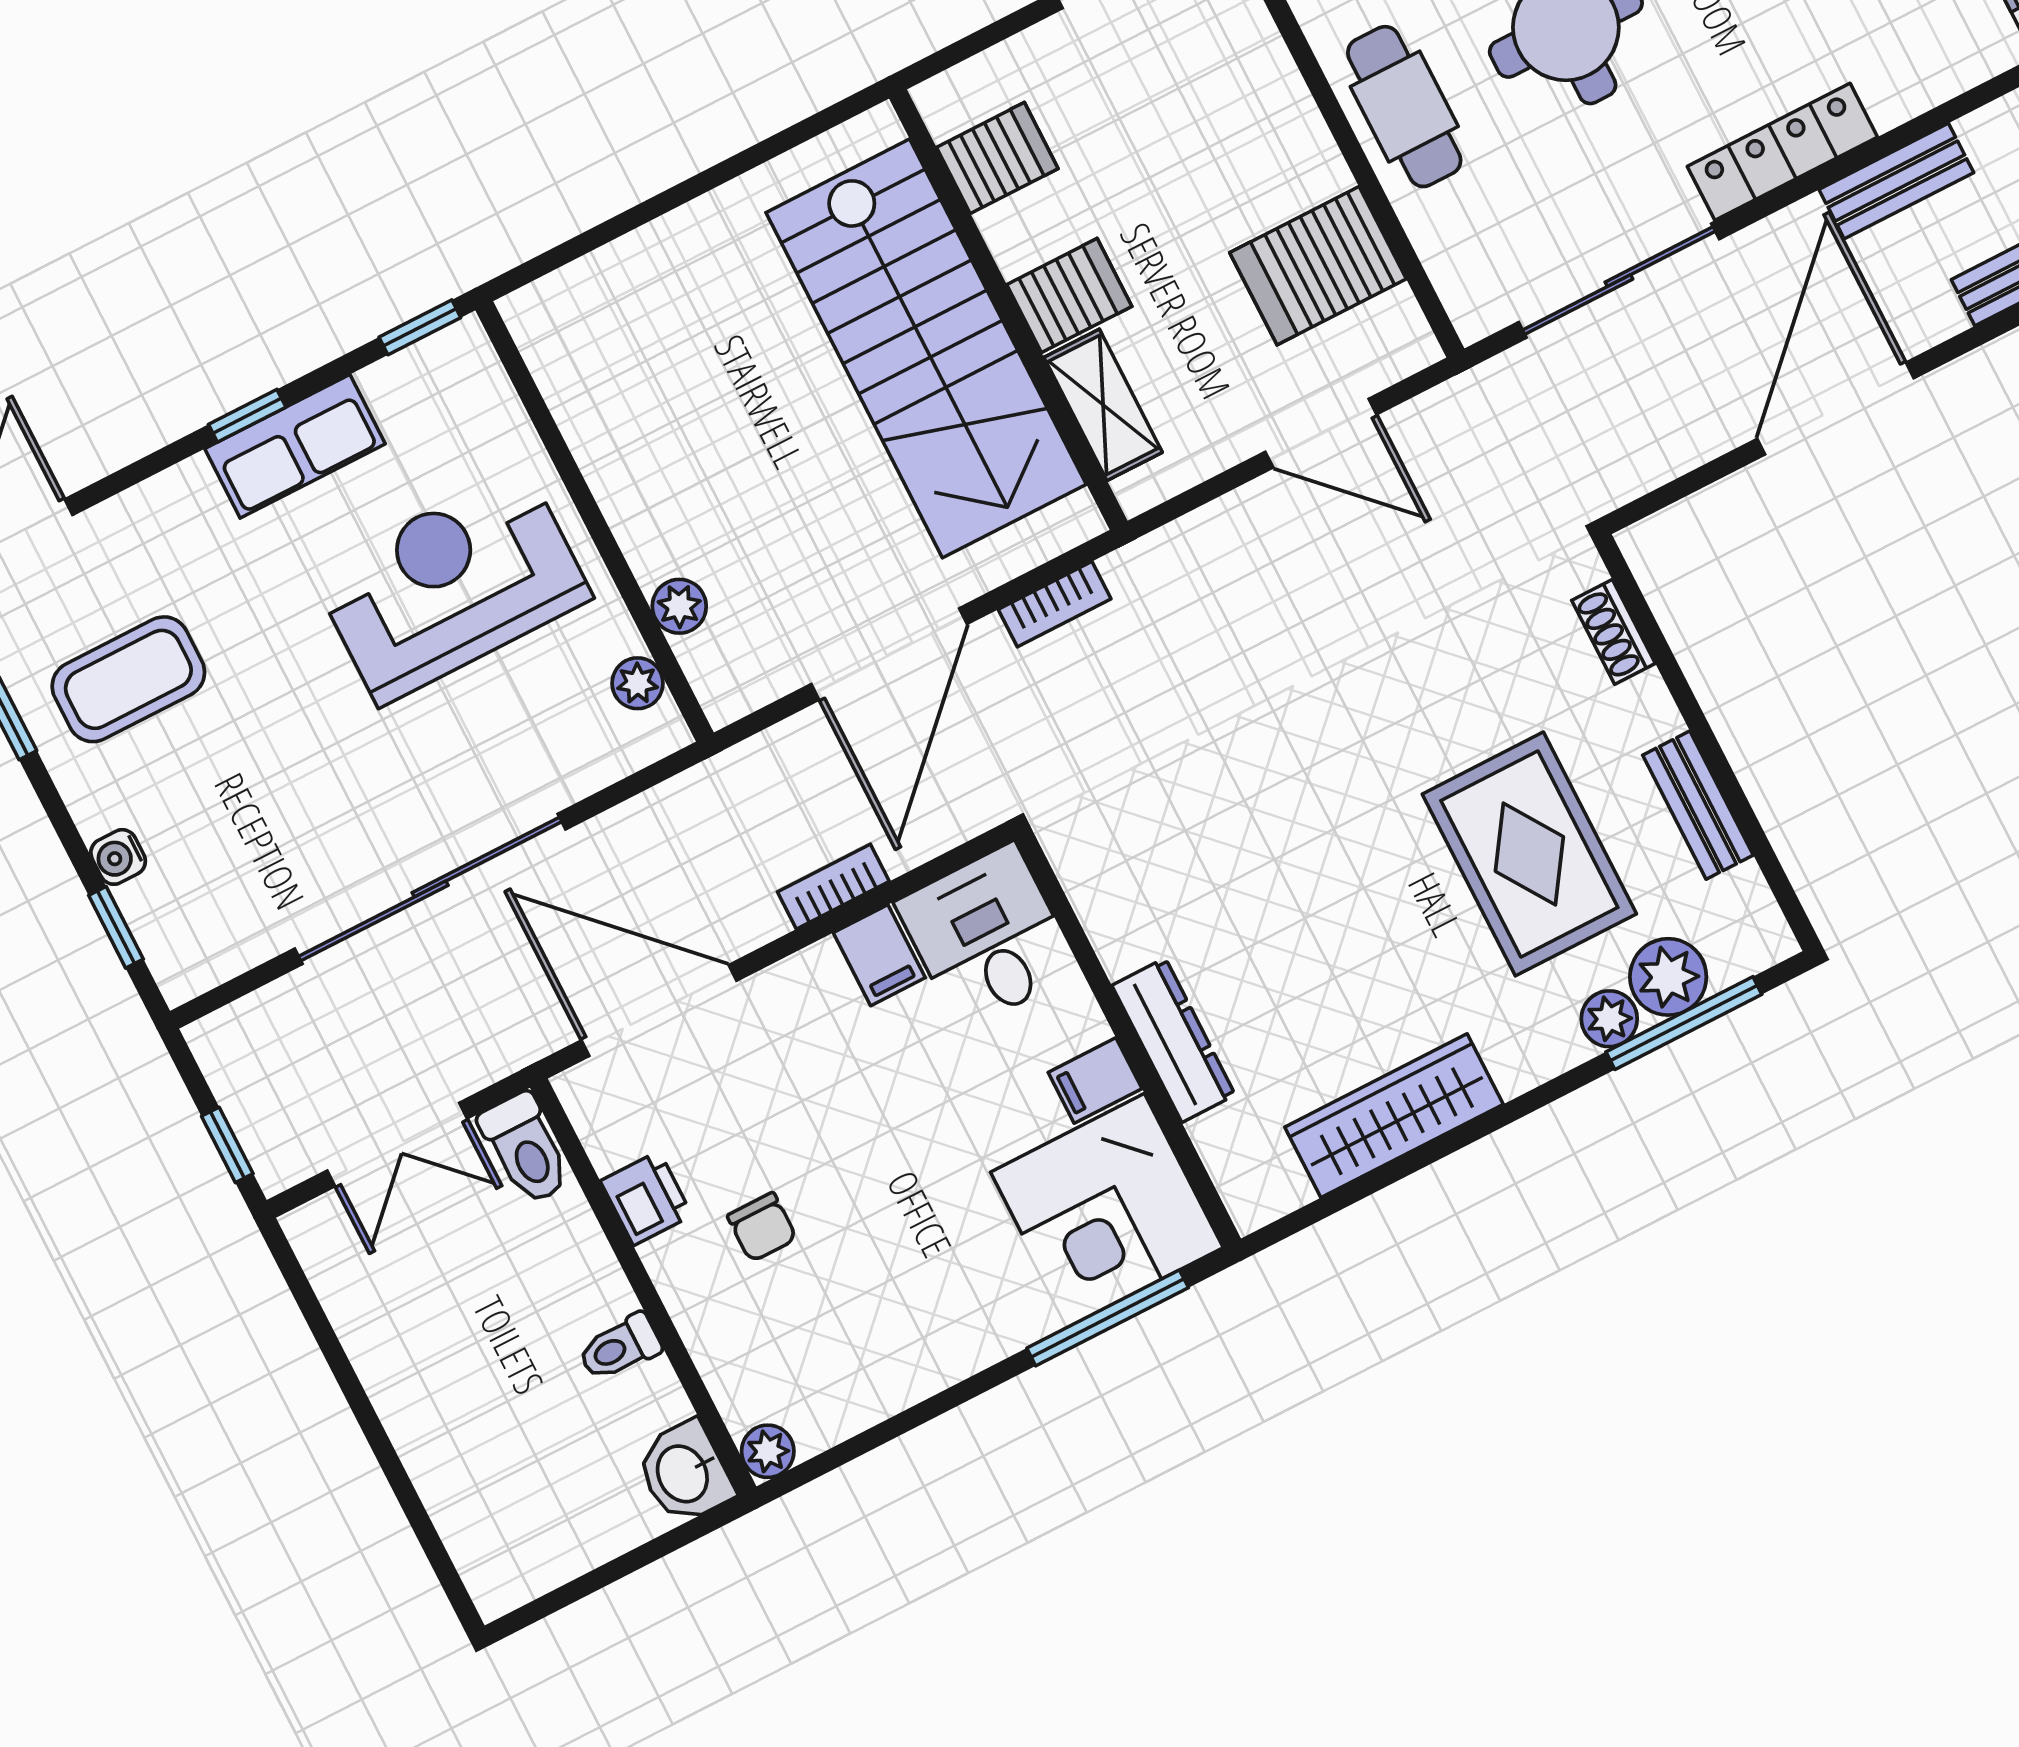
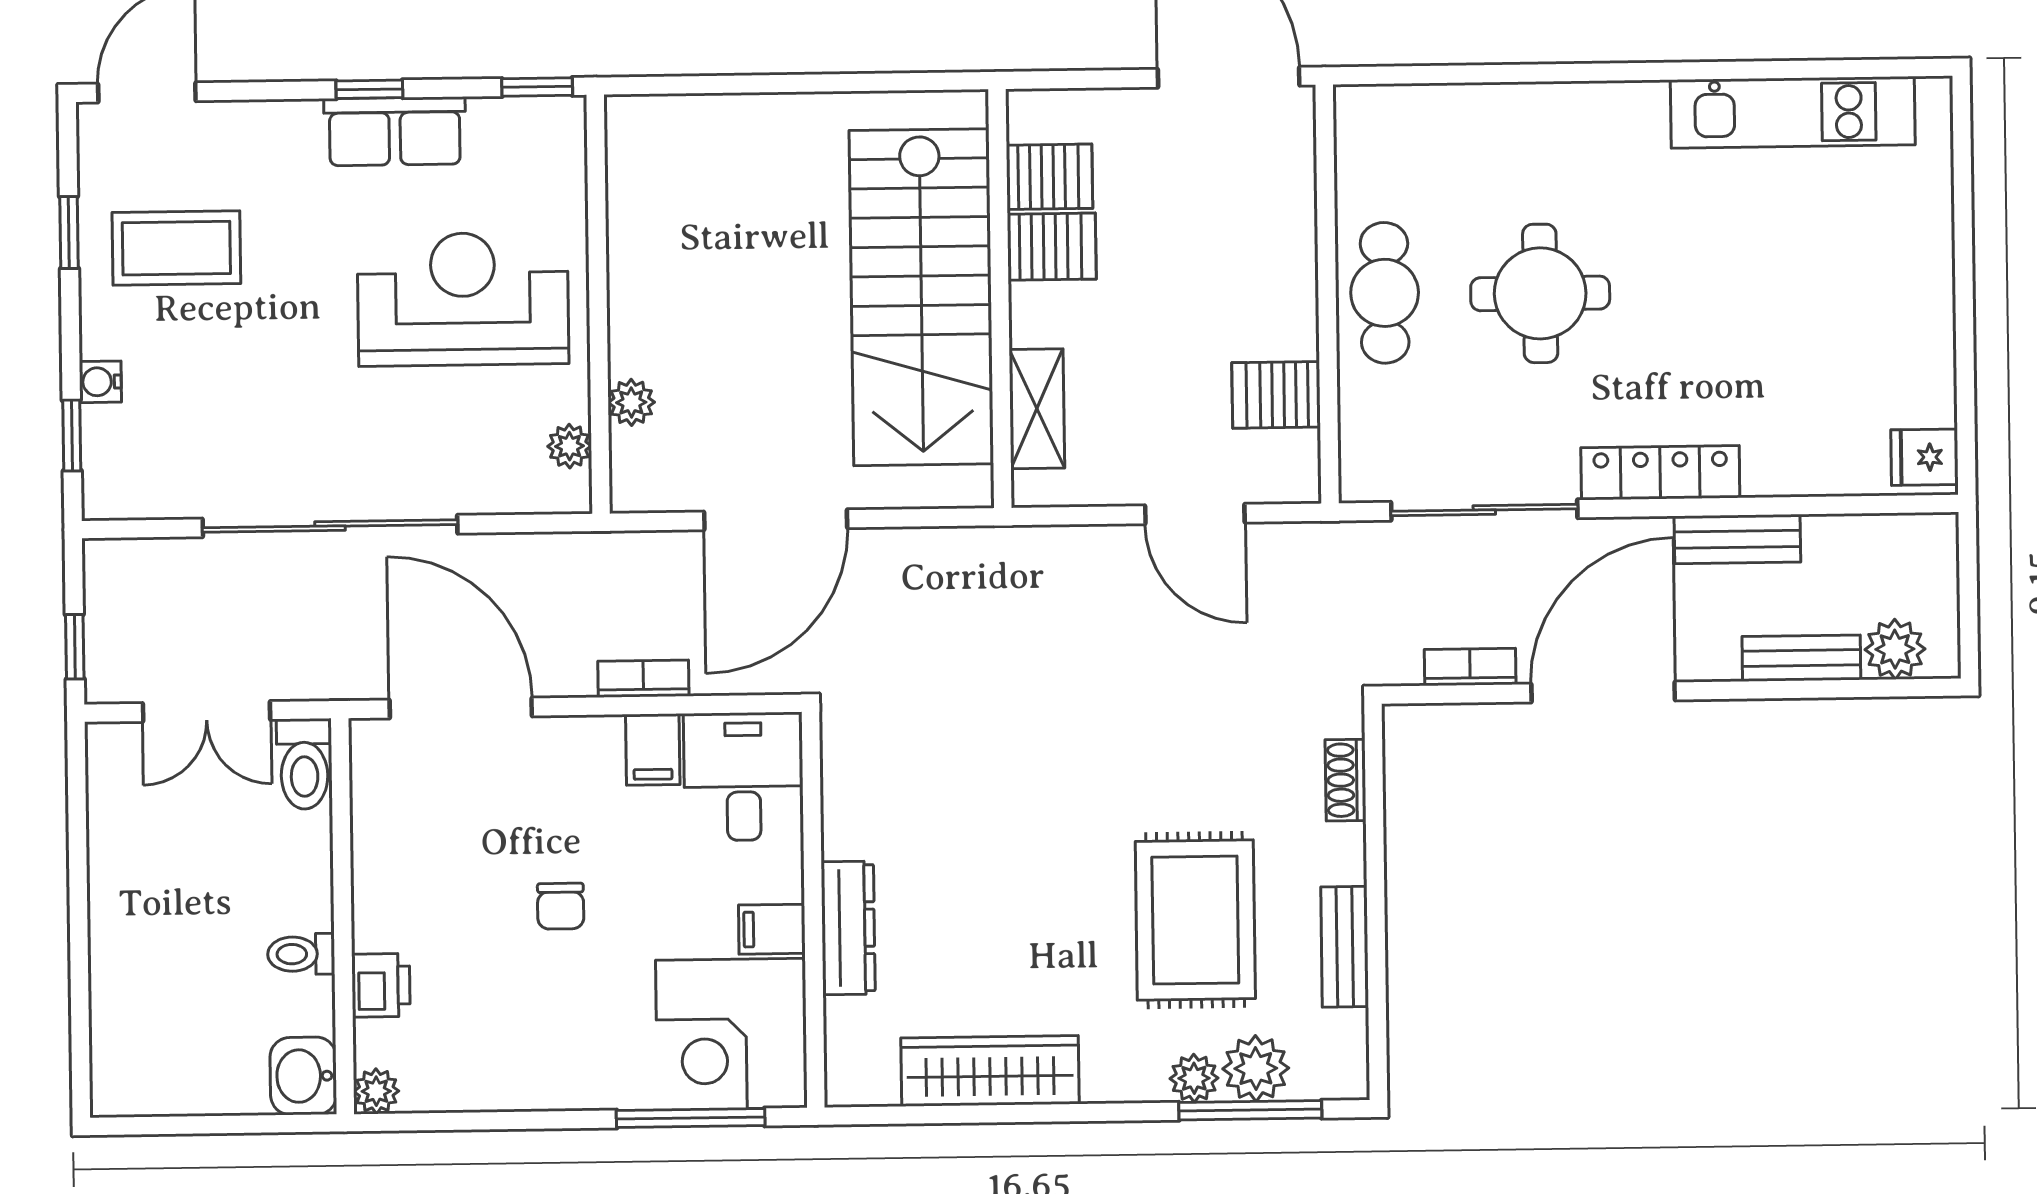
server rack: (1318, 266) -> (1276, 395), width x0.73, depth x0.70
server rack: (1069, 296) -> (1052, 247), moved
bookcase: (1055, 604) -> (1470, 667), moved, turned 180
printer: (646, 1198) -> (381, 985), moved
chair: (762, 1227) -> (561, 906), moved

